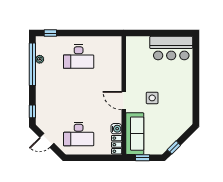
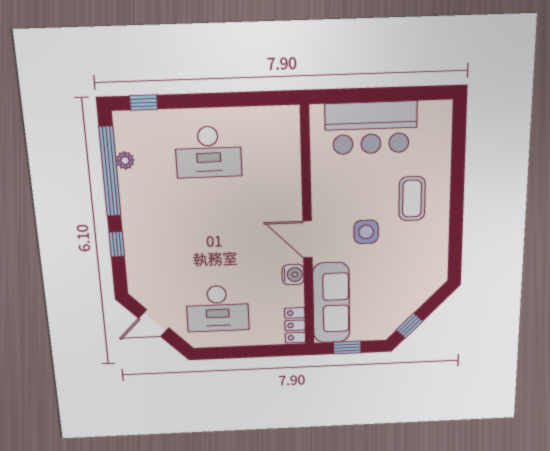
bar counter: (171, 48) -> (371, 128), moved
coffee table: (174, 82) -> (412, 199), added
window: (32, 111) -> (117, 244), moved
water cooler: (116, 129) -> (293, 275), moved

